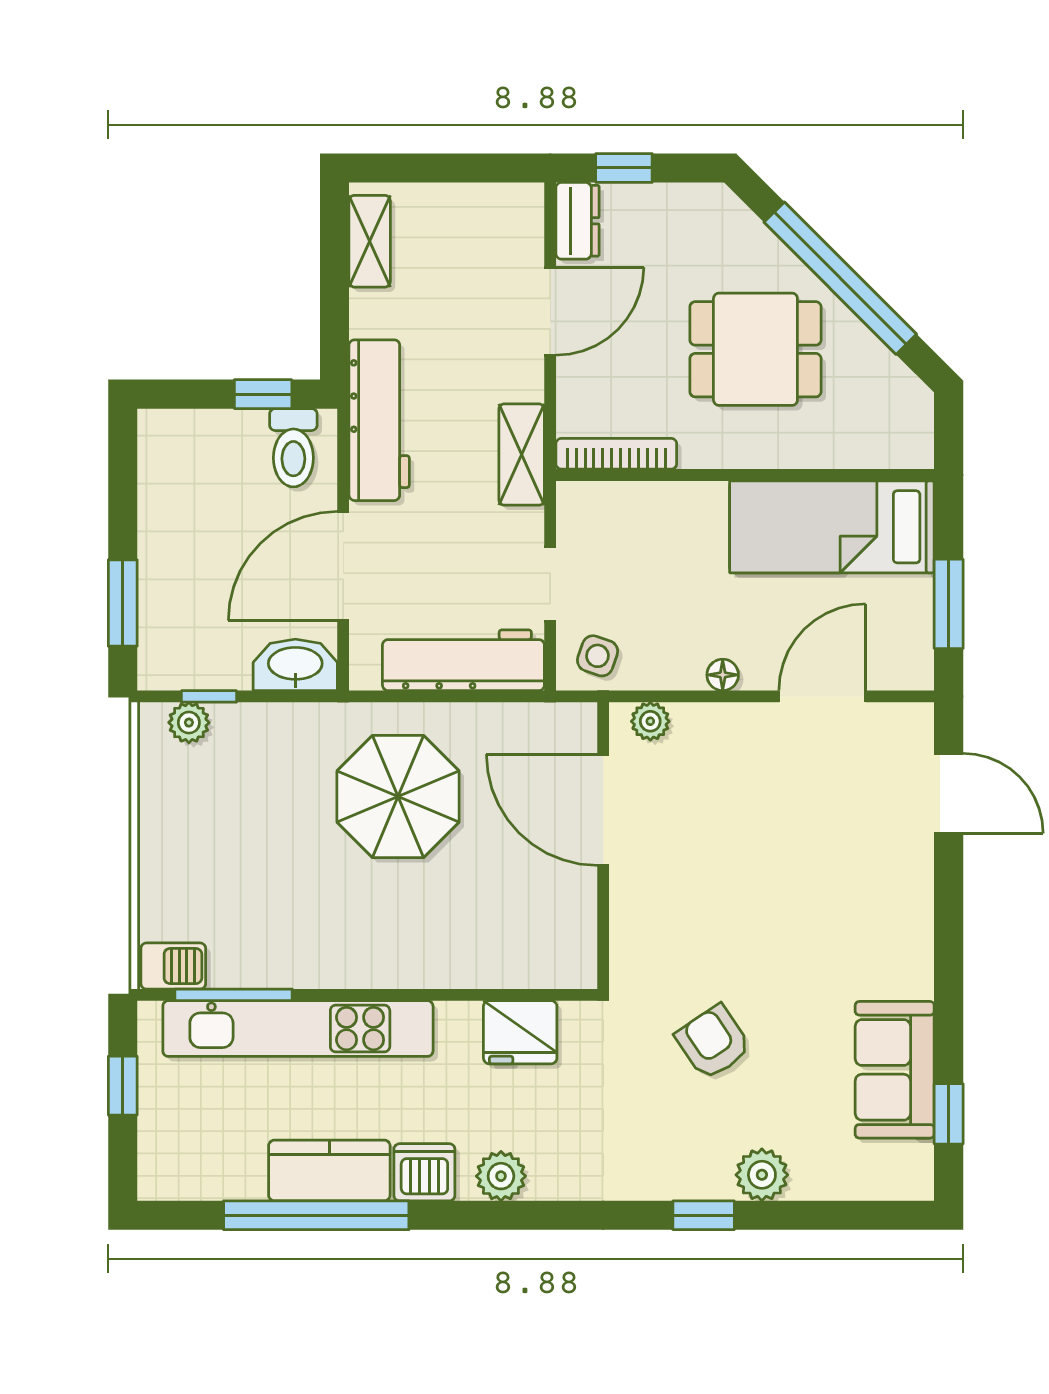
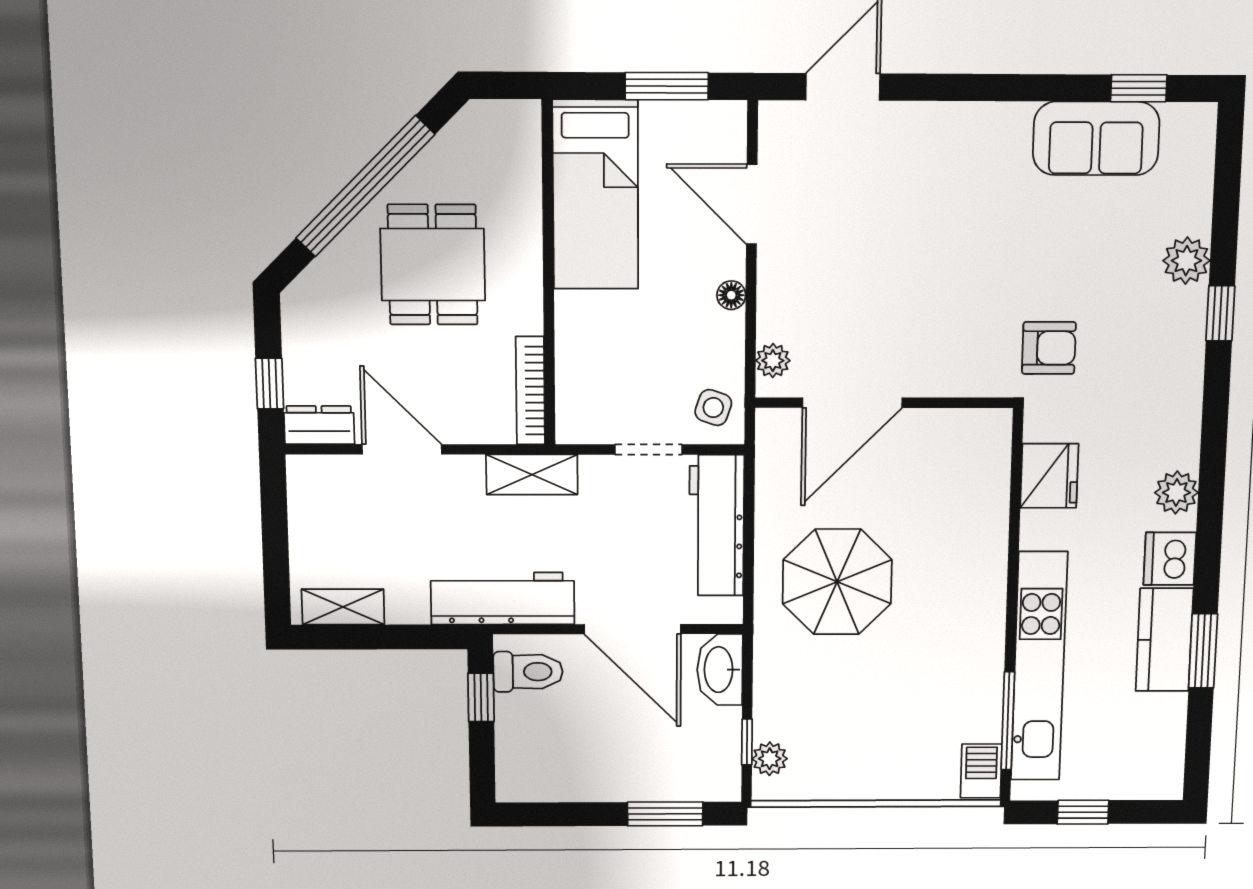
armchair: (713, 1042) -> (1049, 348), moved, turned -146
window: (316, 1215) -> (1203, 651), width x0.47

